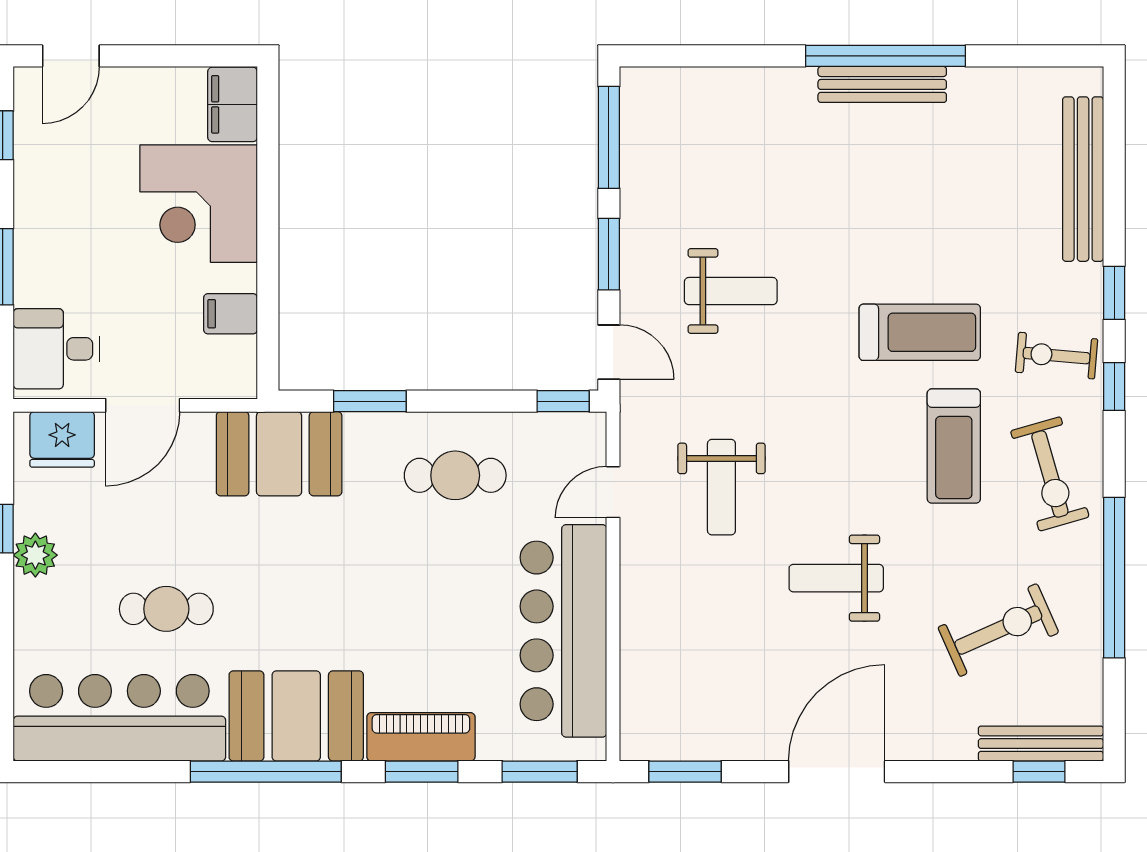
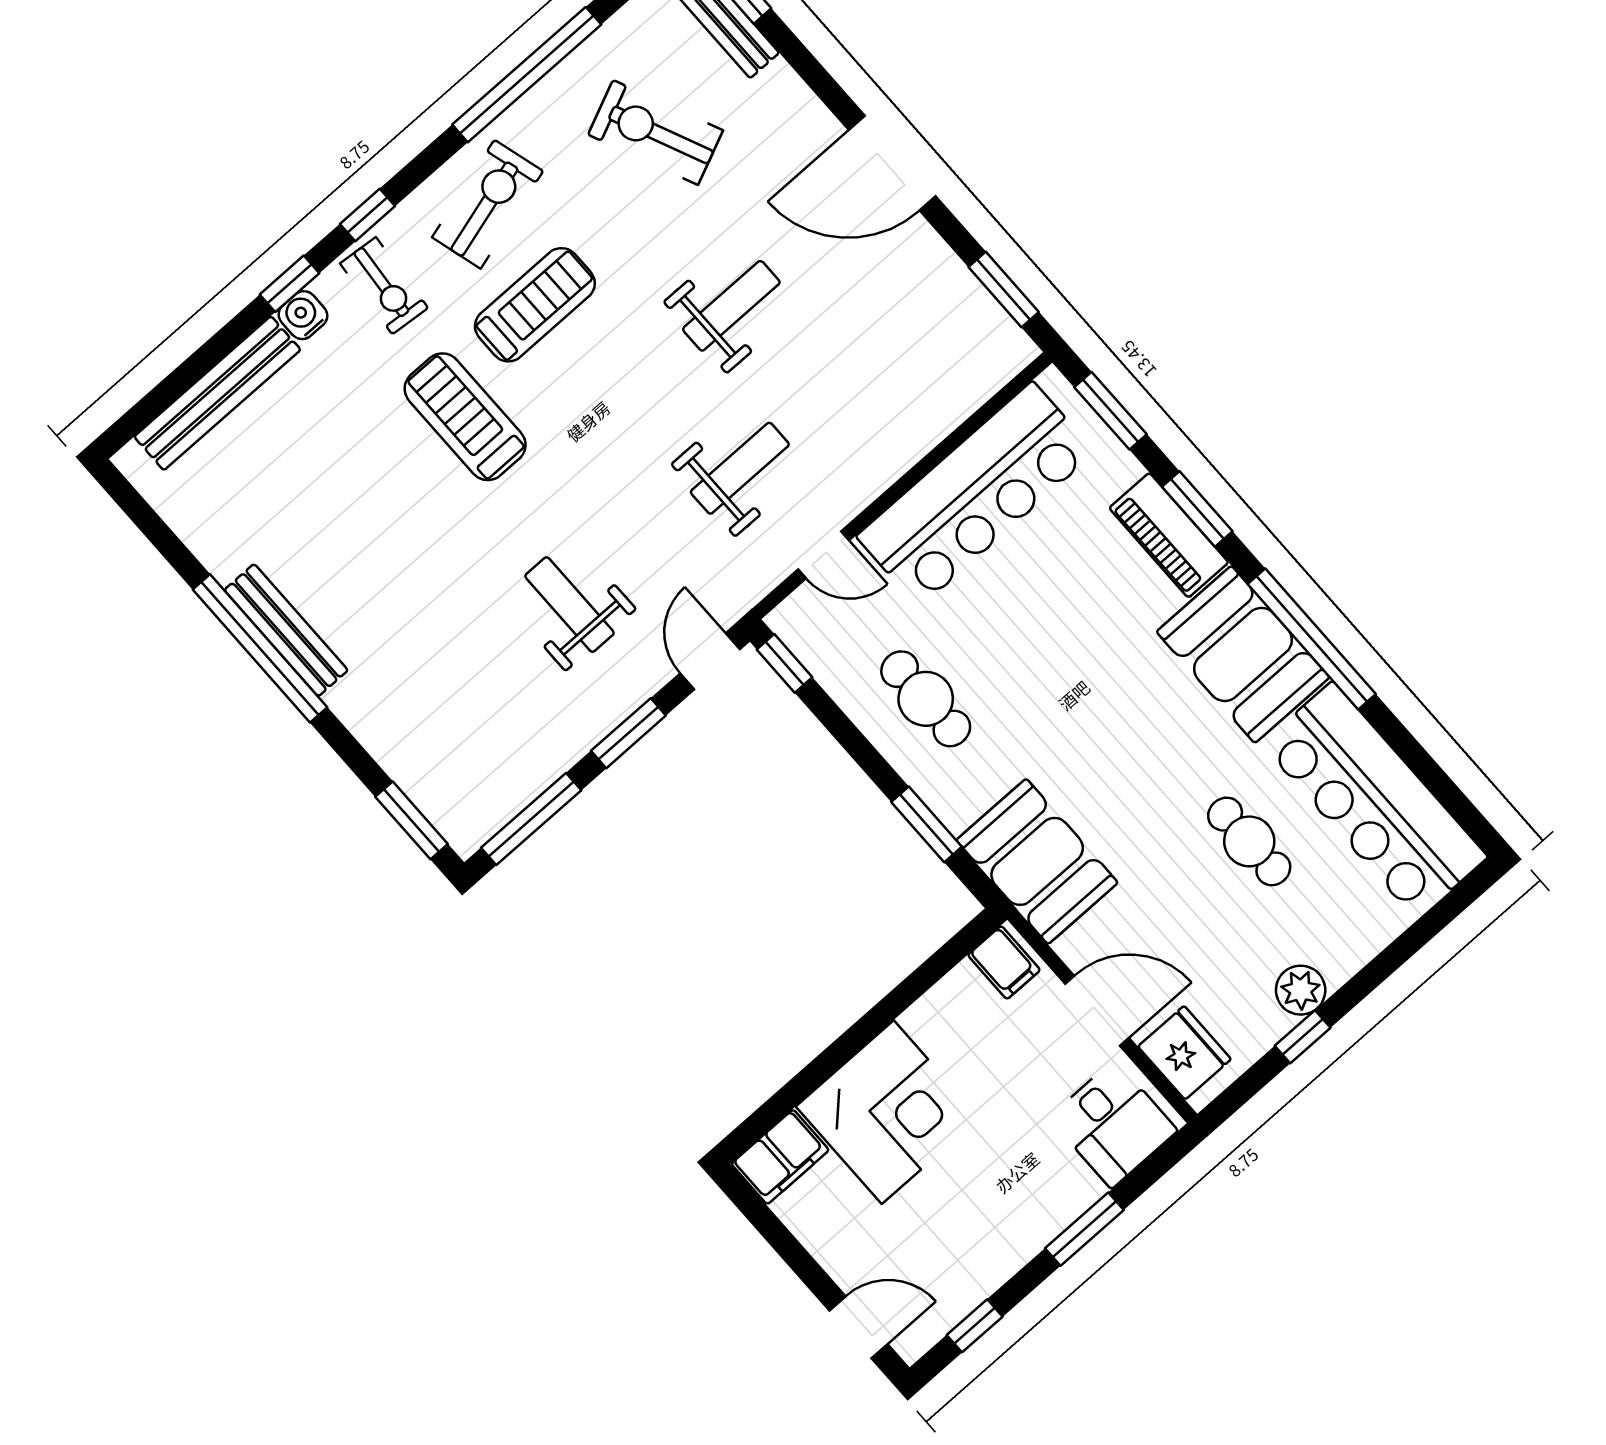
window: (679, 56) -> (412, 820), added
water cooler: (1085, 283) -> (303, 315), added
filing cabinet: (230, 314) -> (1004, 963), moved
weight bench: (836, 578) -> (731, 306), turned -90

